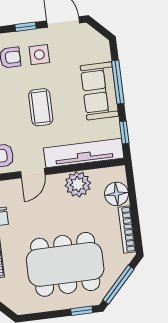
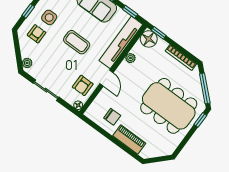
window: (131, 183) -> (159, 33), added
plant: (78, 184) -> (130, 58), width x0.53, depth x0.53
floor lamp: (117, 194) -> (149, 39), moved
dining table: (65, 264) -> (169, 106), turned 90

